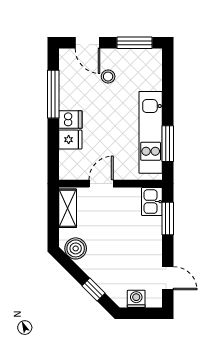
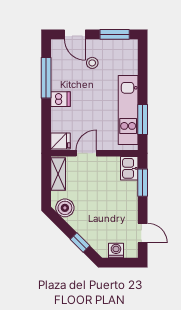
fridge: (70, 140) -> (60, 141), moved

